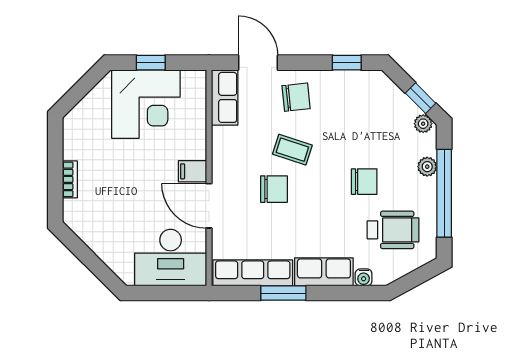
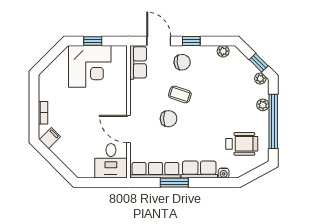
window: (347, 63) -> (191, 41), moved
plant: (363, 79) -> (223, 51), added
filing cabinet: (192, 171) -> (50, 138), moved, turned 135
chair: (364, 182) -> (224, 114), removed
desk: (171, 258) -> (111, 161), width x0.73

